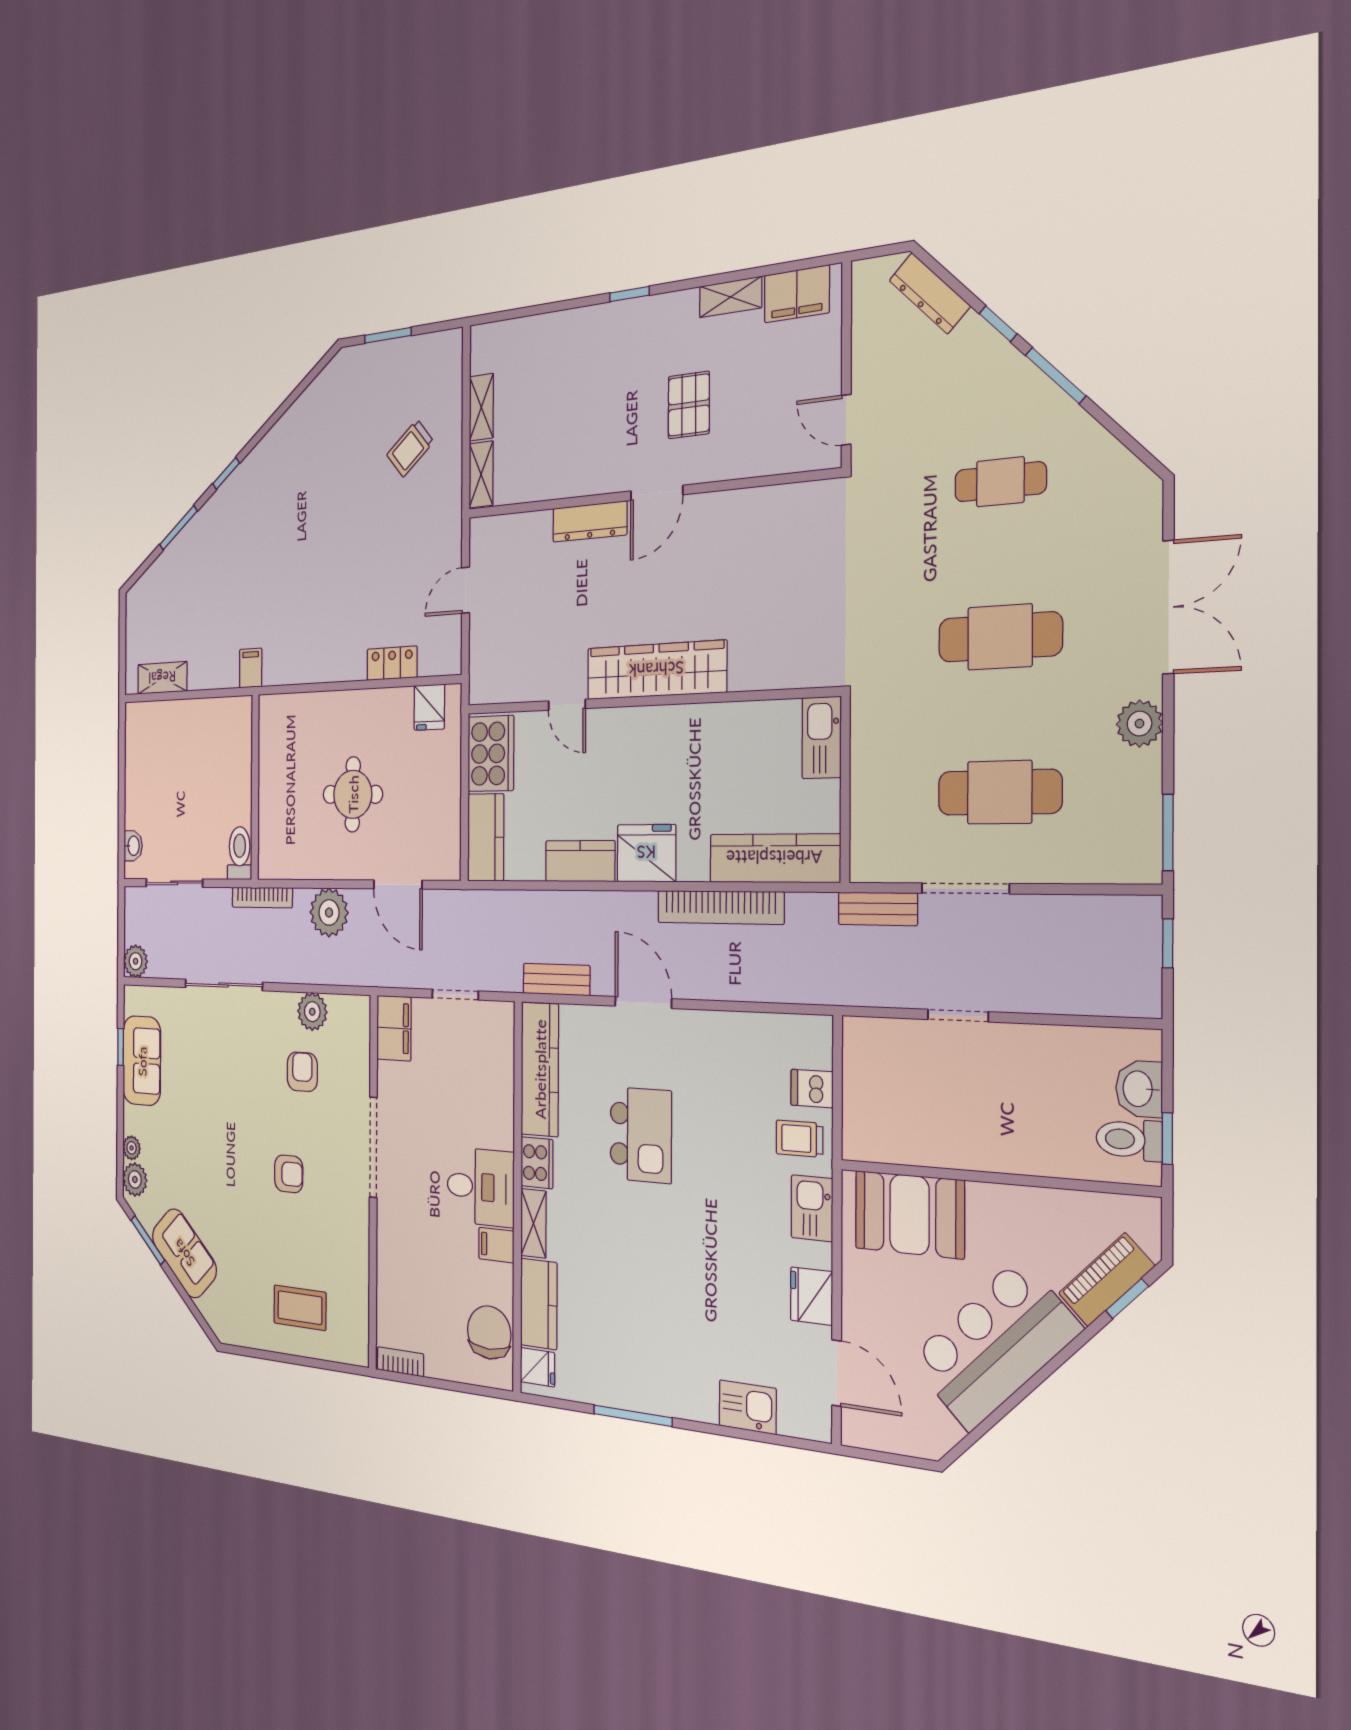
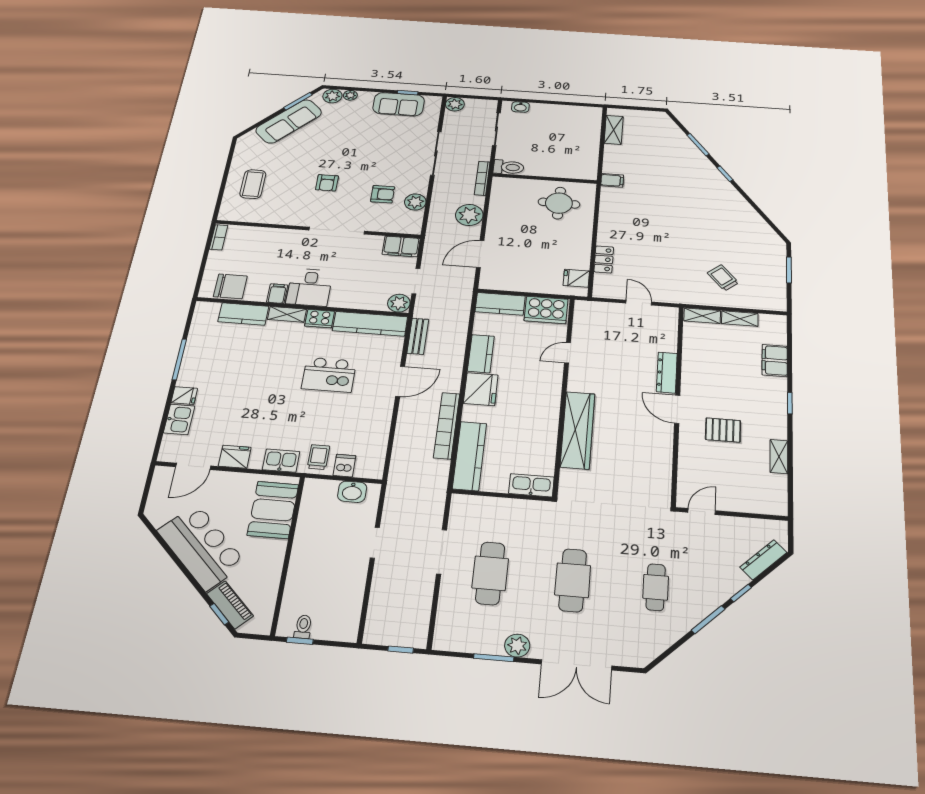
filing cabinet: (797, 294) -> (775, 360), moved
wardrobe: (656, 670) -> (578, 430), moved
round table: (353, 794) -> (559, 203), moved
window: (1168, 832) -> (494, 658), moved
bench: (878, 909) -> (436, 507), removed
plant: (498, 1021) -> (399, 303), added
washbasin: (1139, 1089) -> (352, 492), moved, turned 180
toilet: (1129, 1140) -> (303, 627), width x0.73, depth x0.72
sofa: (184, 1253) -> (289, 121), width x1.36
fridge: (537, 1367) -> (184, 396), moved, turned -90

